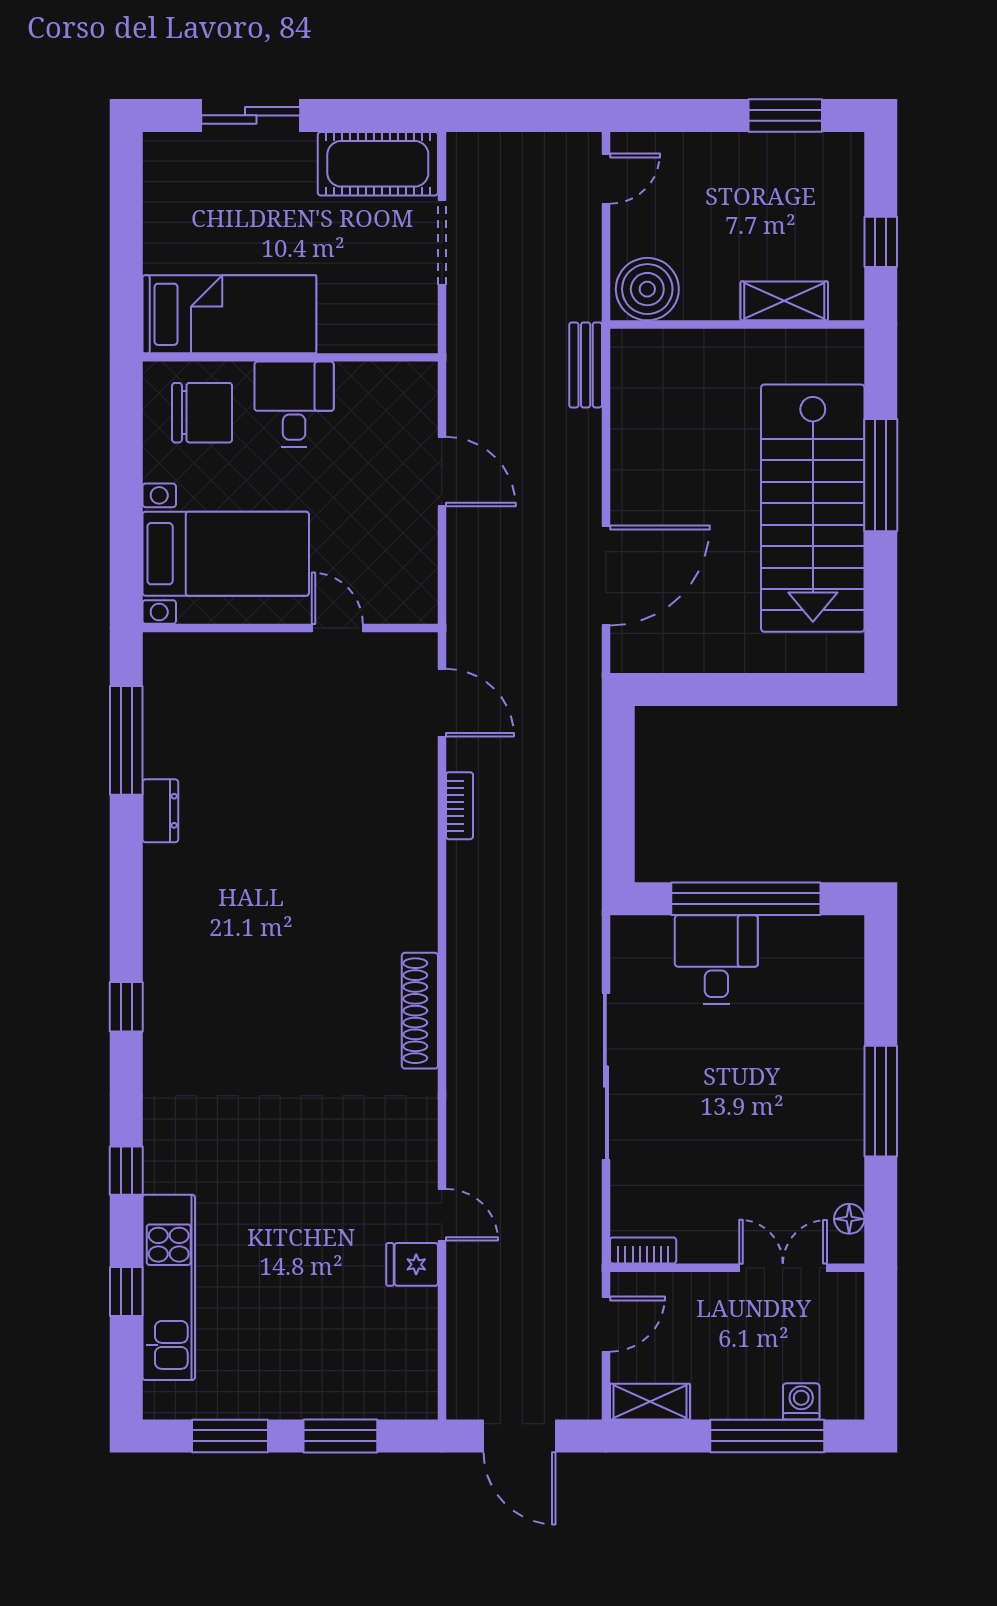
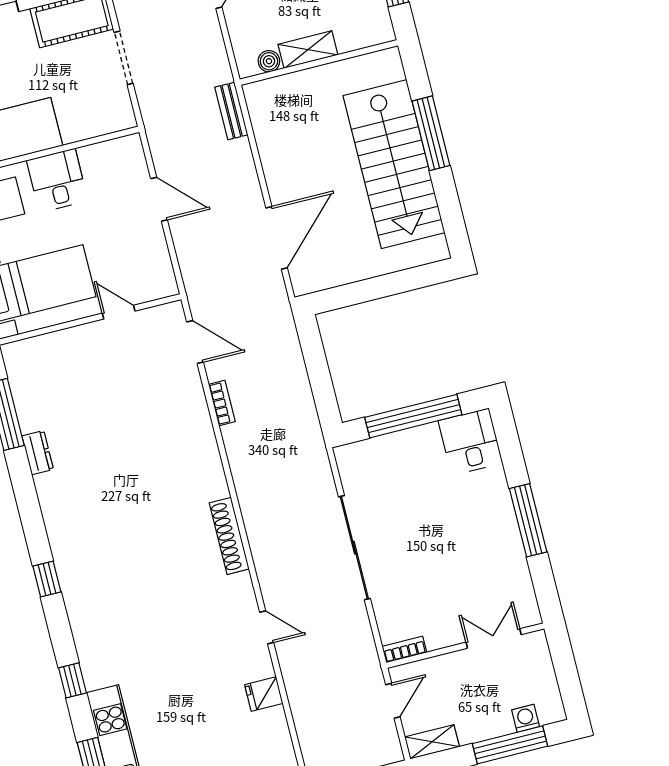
boiler: (647, 289) -> (269, 61), width x0.54, depth x0.54
shelving: (784, 301) -> (308, 50), moved
desk: (716, 960) -> (470, 442), moved
door: (442, 1215) -> (267, 627), moved
floor lamp: (849, 1219) -> (527, 598), removed

